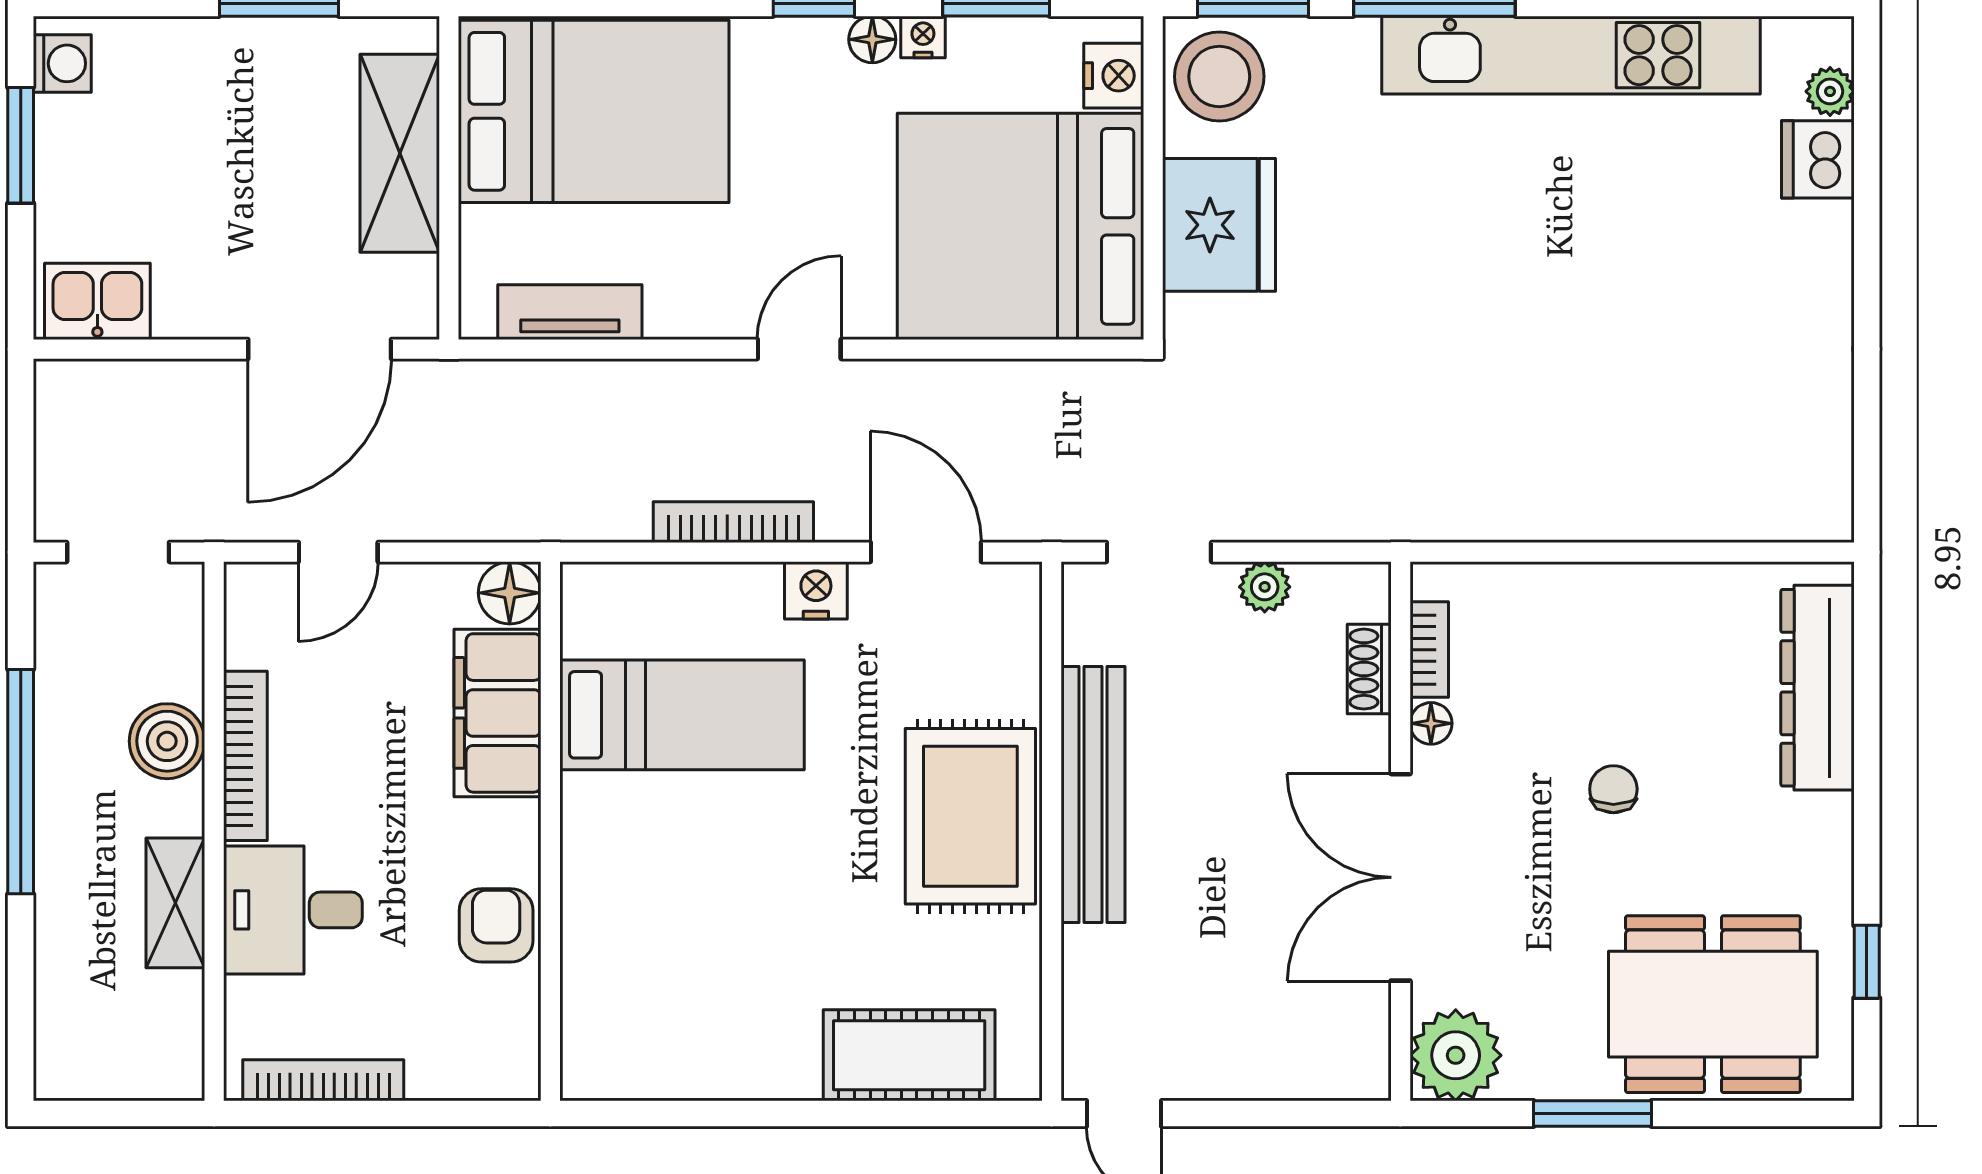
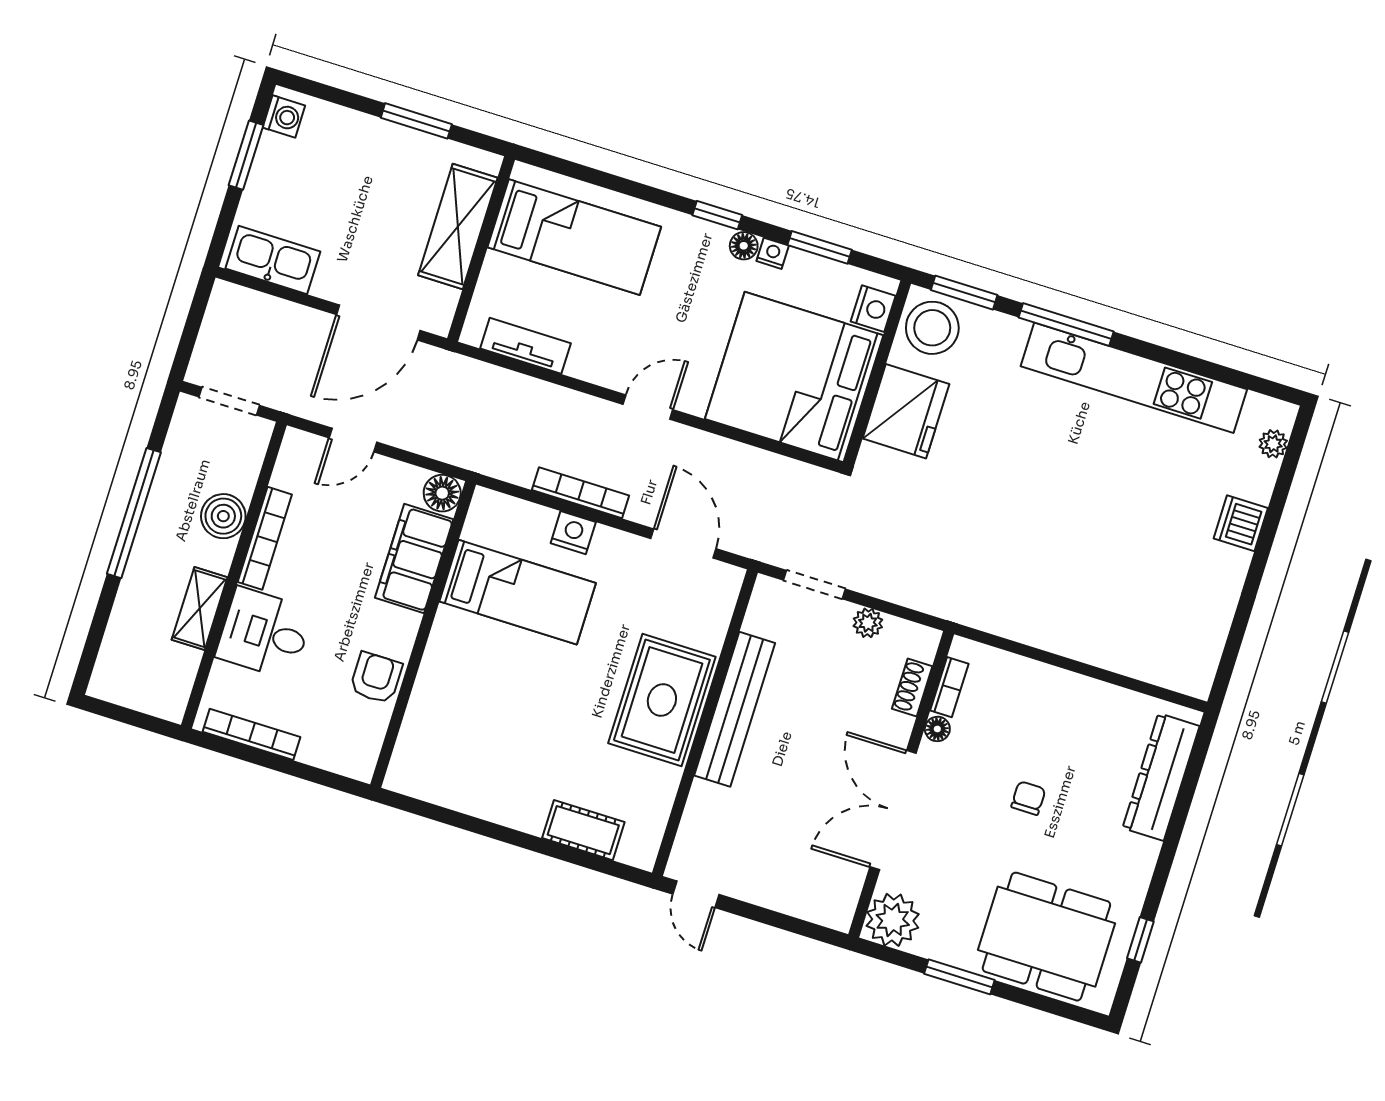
bed: (594, 111) -> (574, 237), width x0.67
dishwasher: (1818, 159) -> (1241, 523), moved
kitchen sink: (97, 301) -> (273, 260), width x1.38
nightstand: (816, 590) -> (573, 533), moved
cot: (909, 1055) -> (583, 830), width x0.73, depth x0.75

